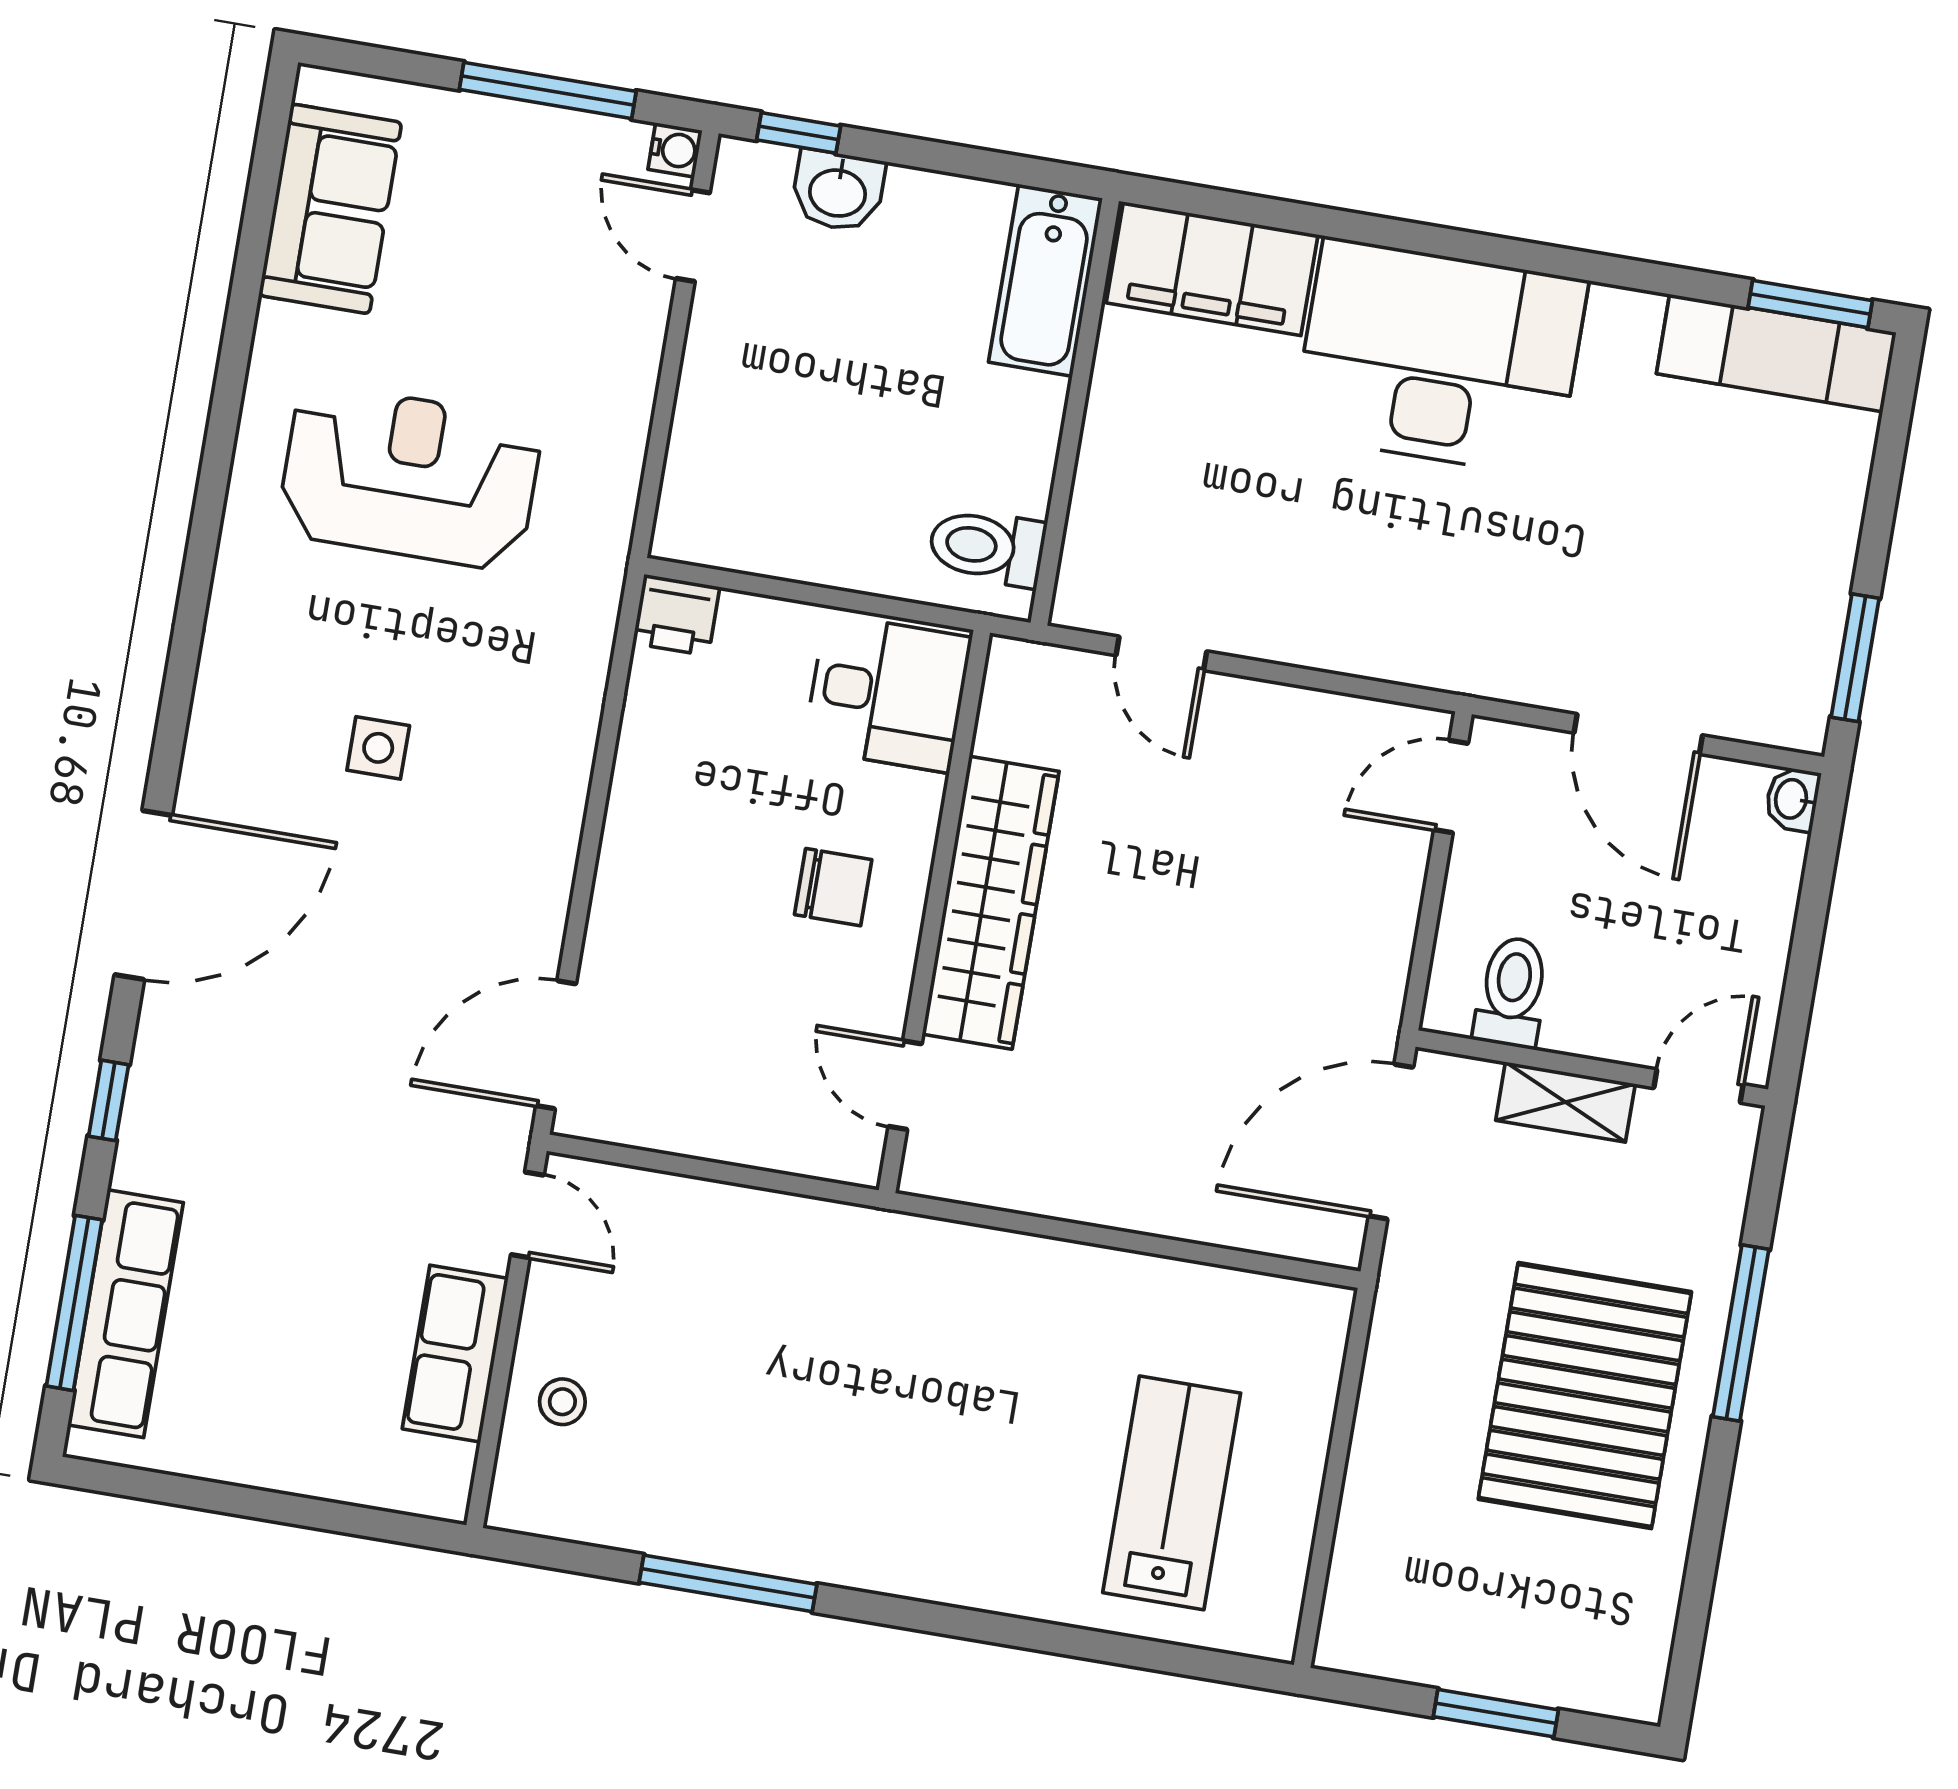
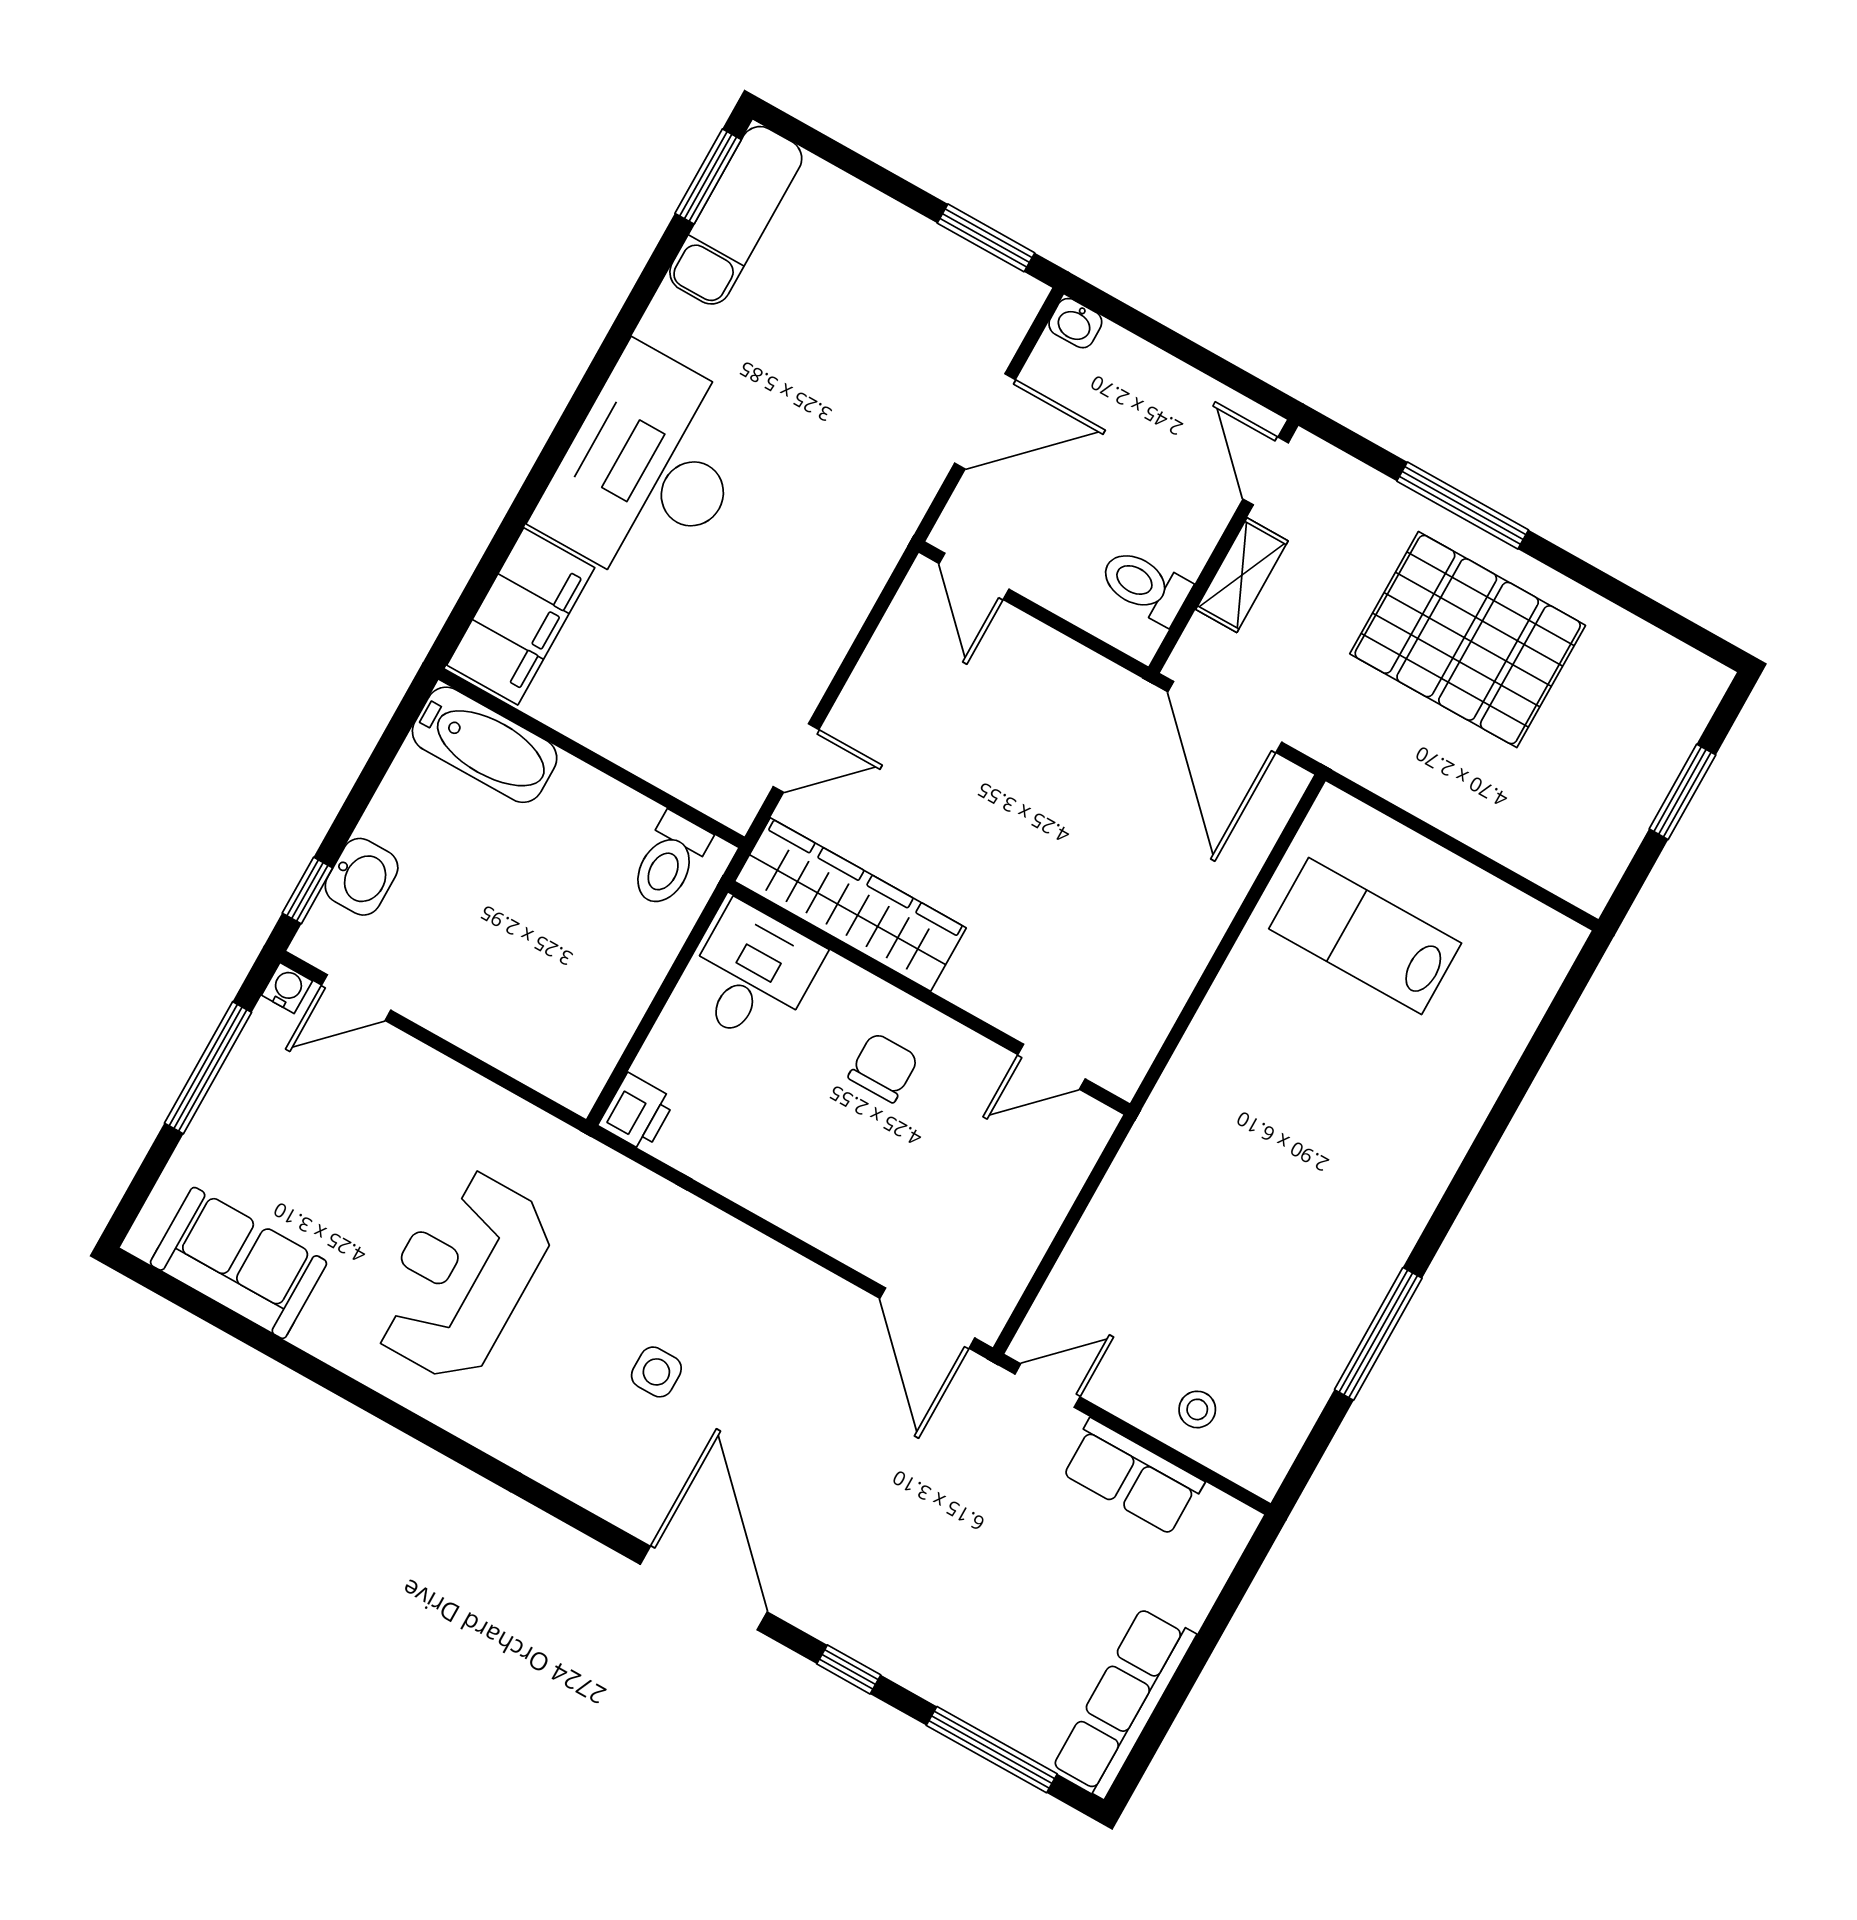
wardrobe: (991, 903) -> (850, 905), moved
row of seats: (126, 1314) -> (1124, 1702), moved, turned -90
lab bench: (1172, 1493) -> (1365, 936), moved

